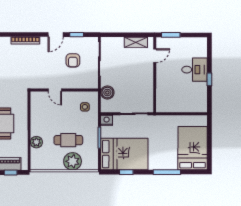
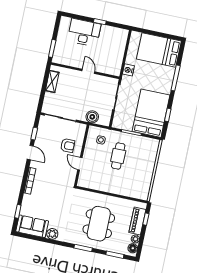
door: (155, 56) -> (88, 71), moved
armchair: (73, 60) -> (68, 145), moved
desk: (195, 70) -> (84, 33), width x1.37
door: (55, 90) -> (80, 164), swing flipped
nightstand: (107, 120) -> (128, 70), moved
cafe table: (68, 140) -> (118, 156), moved
plant: (36, 142) -> (123, 190), removed
plant: (73, 161) -> (148, 161), removed

